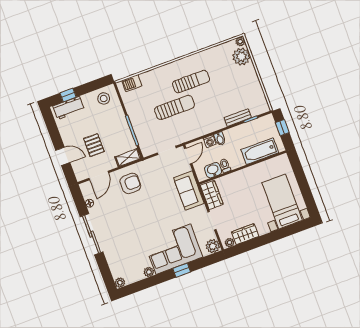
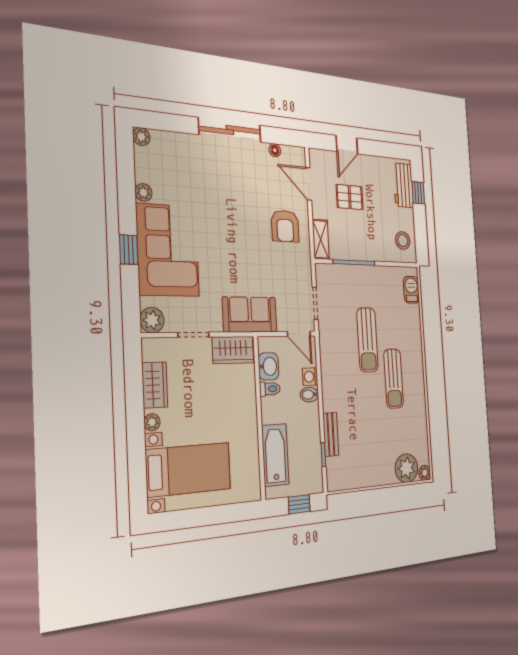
plant: (230, 243) -> (152, 422), moved

